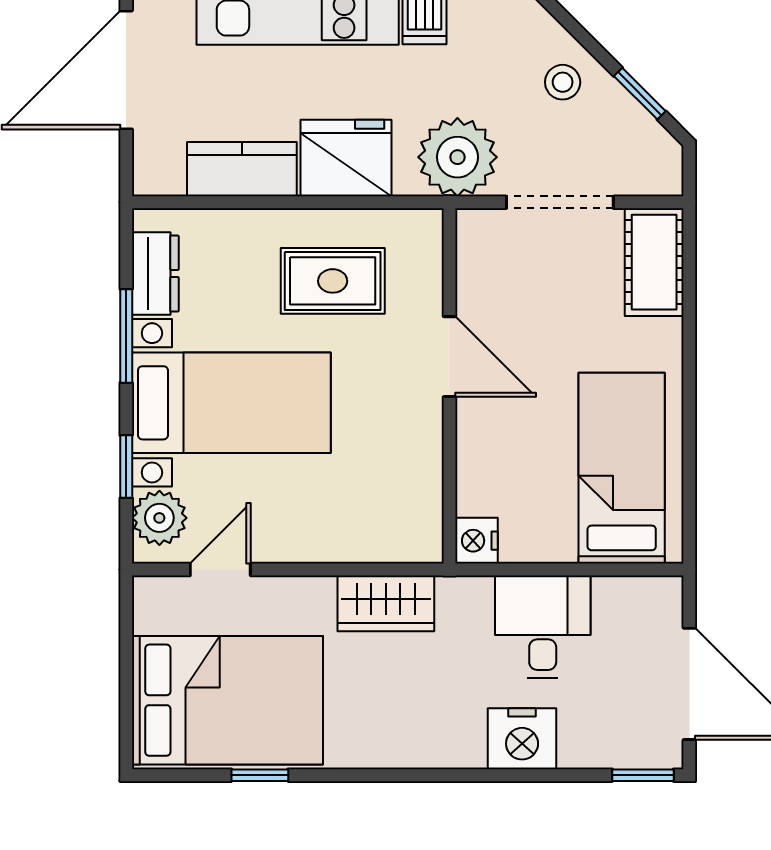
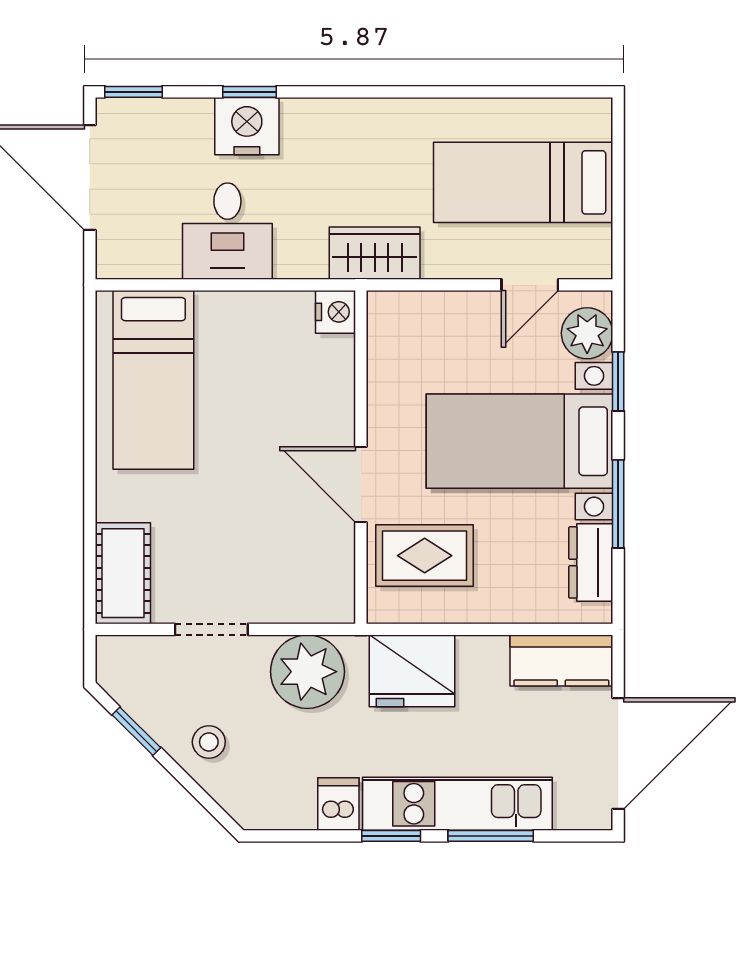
kitchen counter: (242, 169) -> (561, 660), moved
doorway: (560, 202) -> (211, 629), width x0.73
door: (449, 357) -> (361, 484), moved
wall: (449, 386) -> (361, 457), moved
nightstand: (476, 541) -> (336, 312), moved
bed: (228, 700) -> (523, 182), width x0.67
window: (260, 775) -> (250, 92), moved

